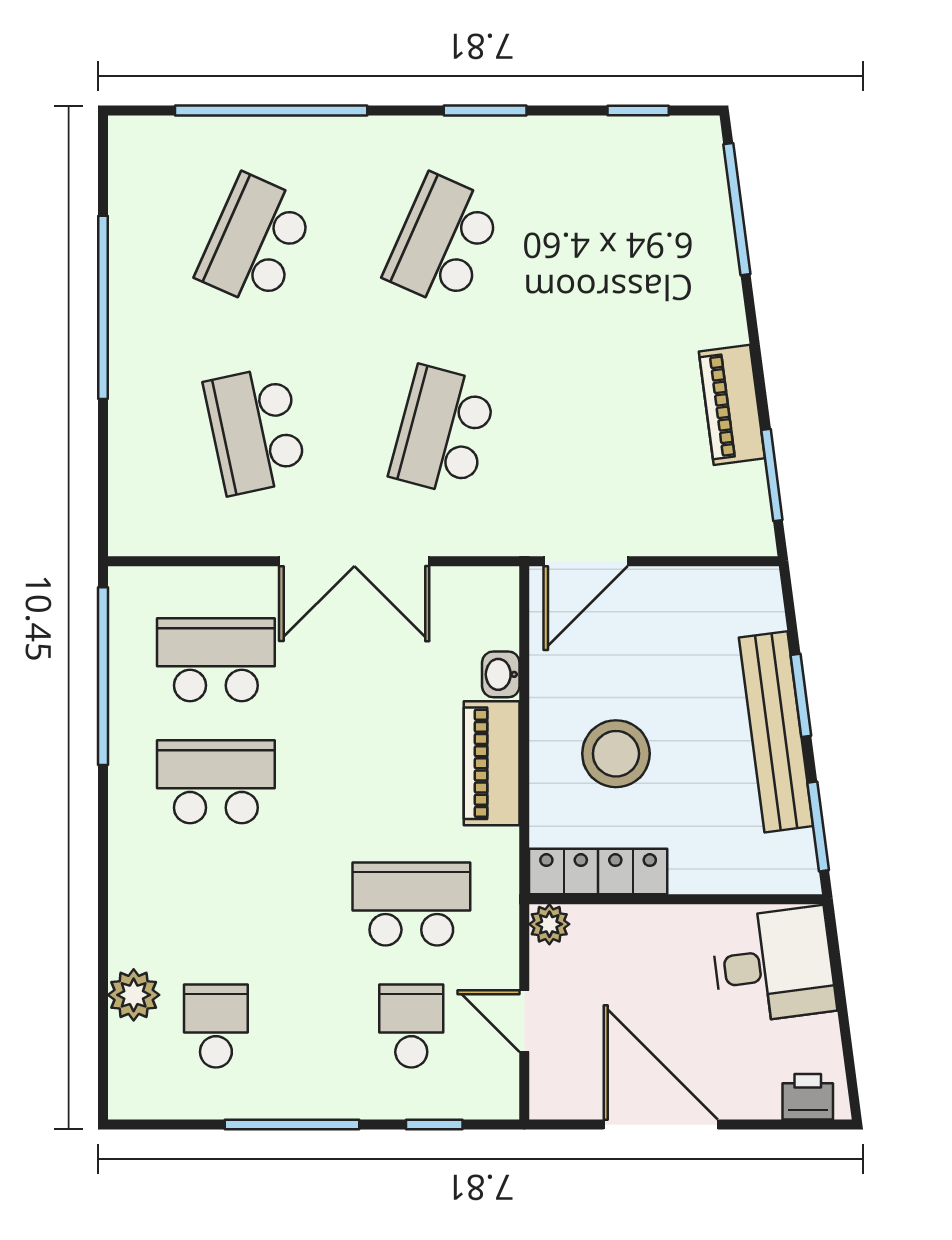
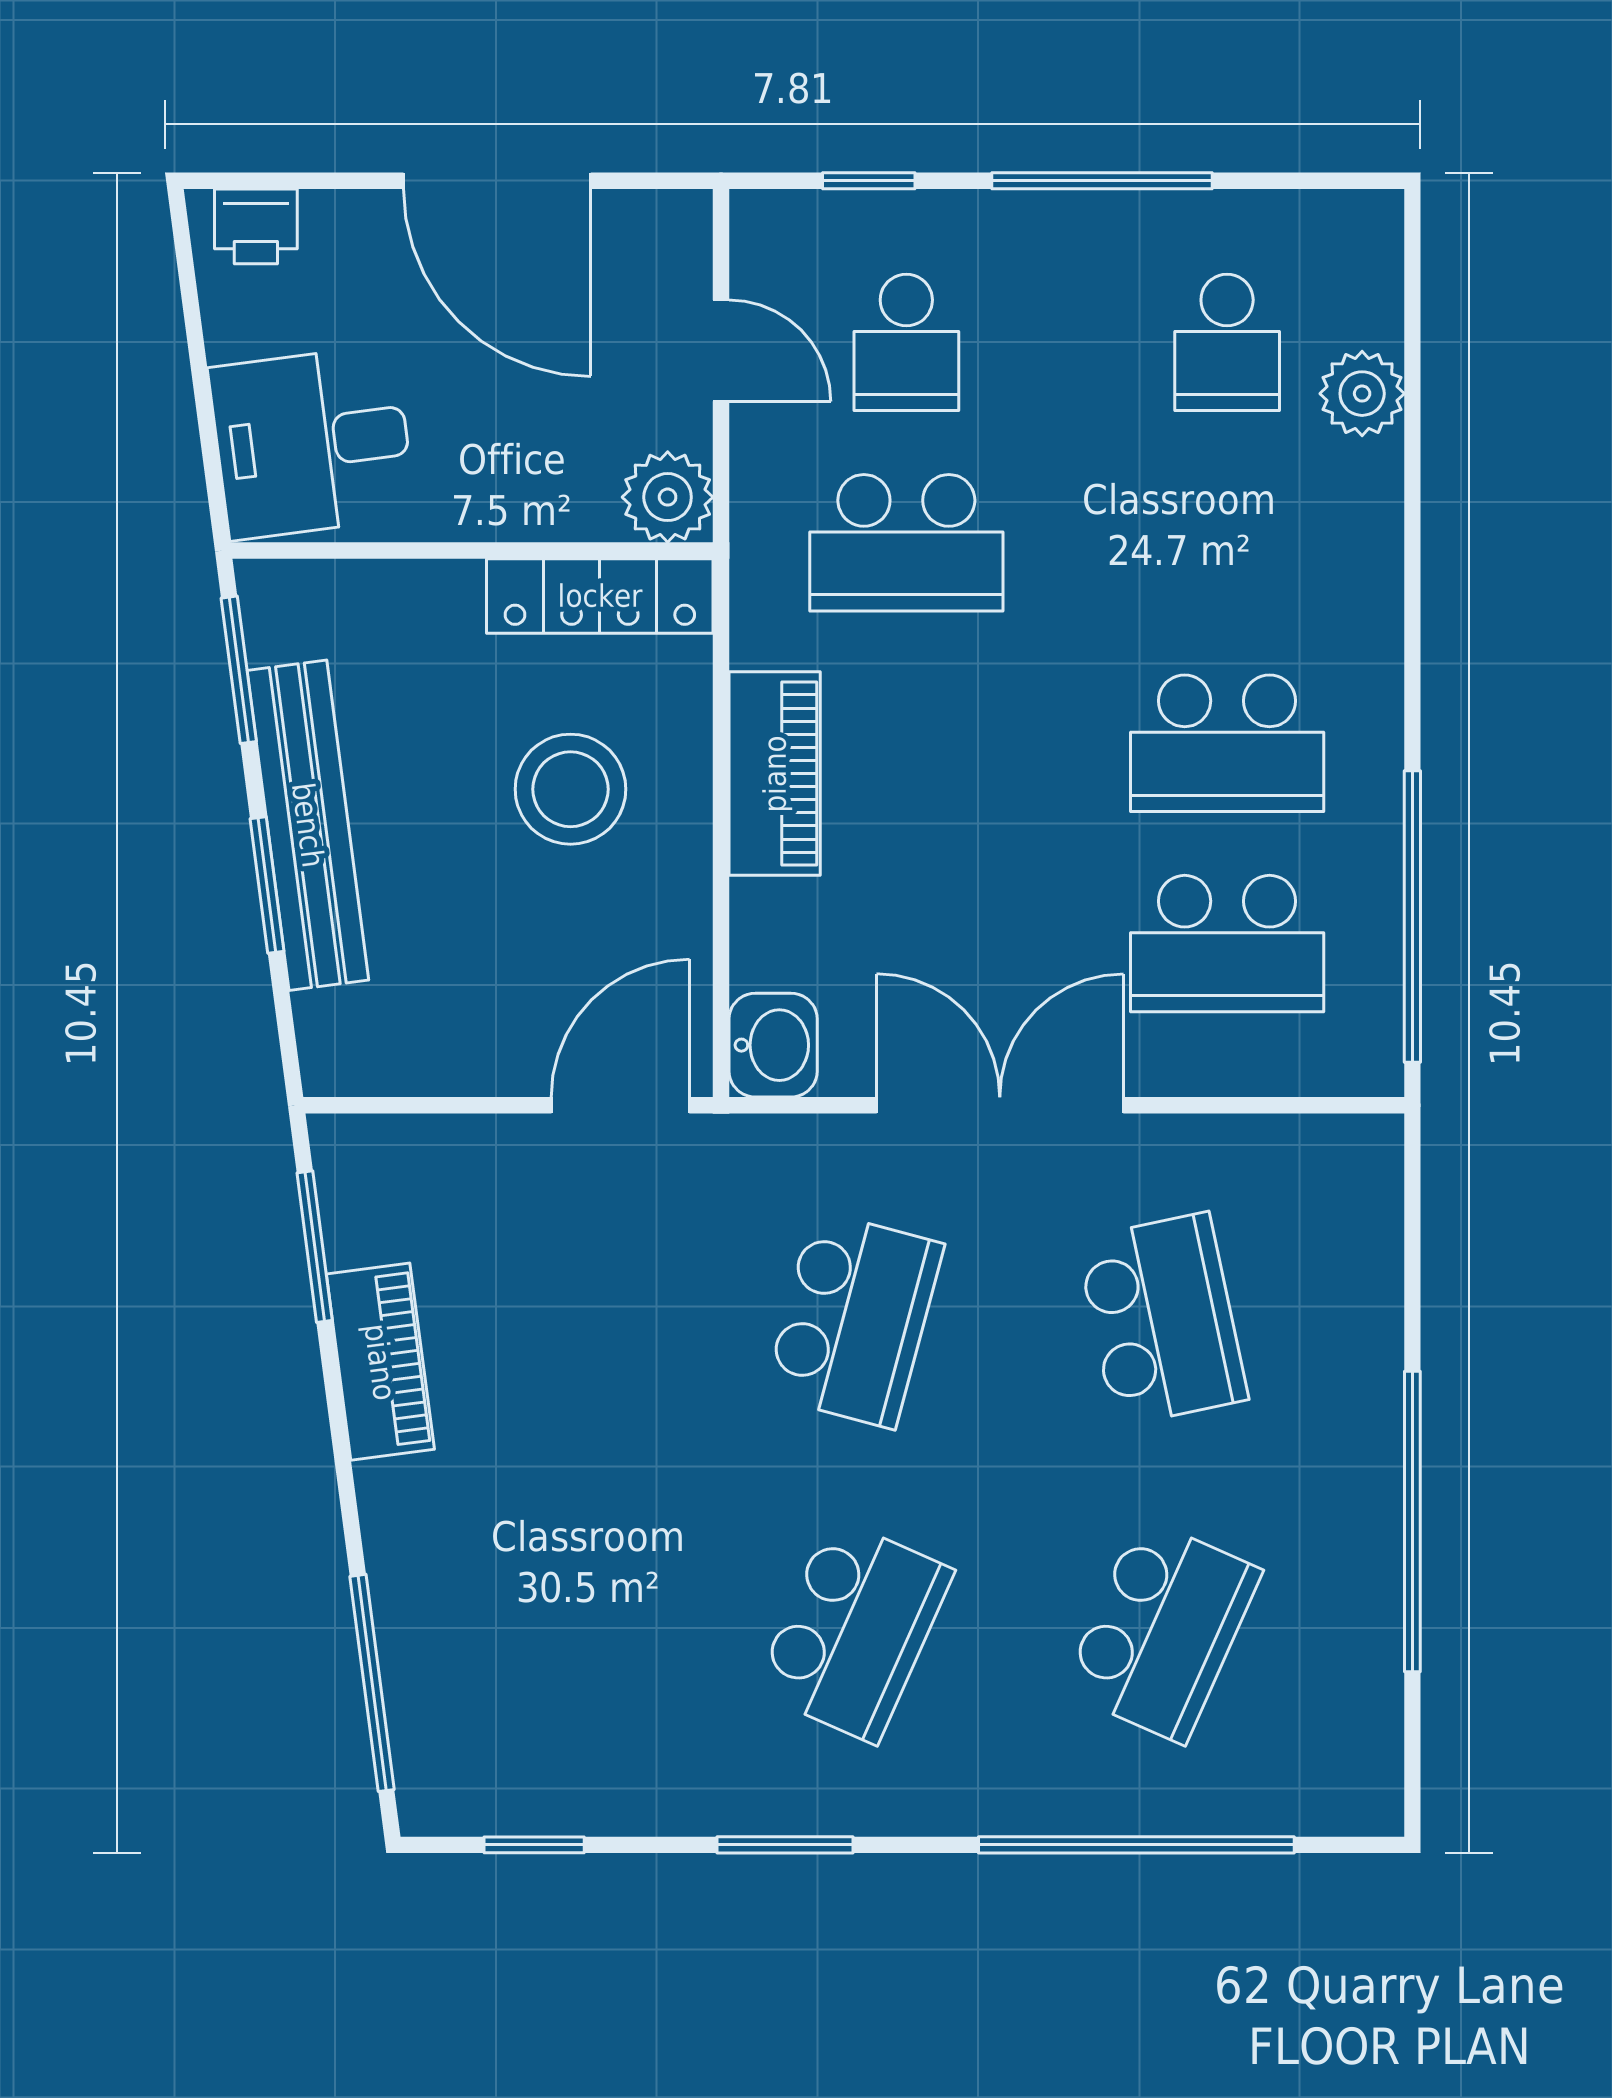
washbasin: (501, 674) -> (773, 1045), moved, width x1.38, depth x1.45
plant: (549, 924) -> (668, 497), width x1.38, depth x1.38

